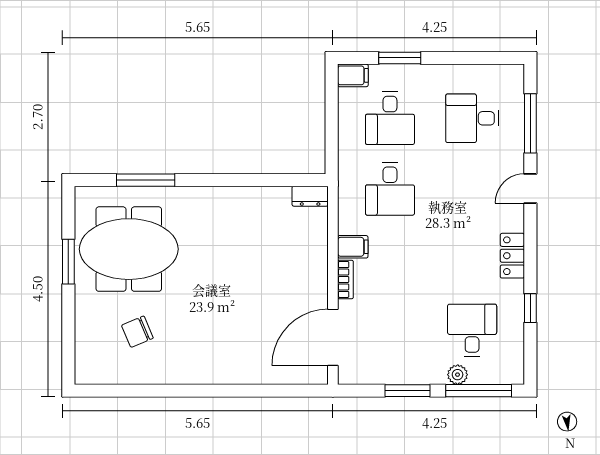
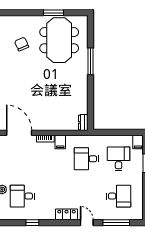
desk: (390, 118) -> (119, 159), turned 90
desk: (472, 118) -> (119, 196), turned 90
window: (146, 180) -> (91, 61), moved
locker: (512, 256) -> (67, 214), moved
desk: (472, 330) -> (22, 196), turned 180

